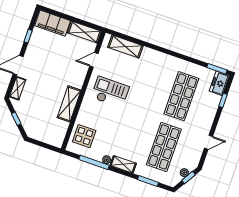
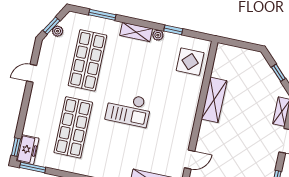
checkout: (110, 92) -> (128, 109), moved
window: (223, 100) -> (16, 147), moved
window: (94, 162) -> (173, 30), width x0.46

